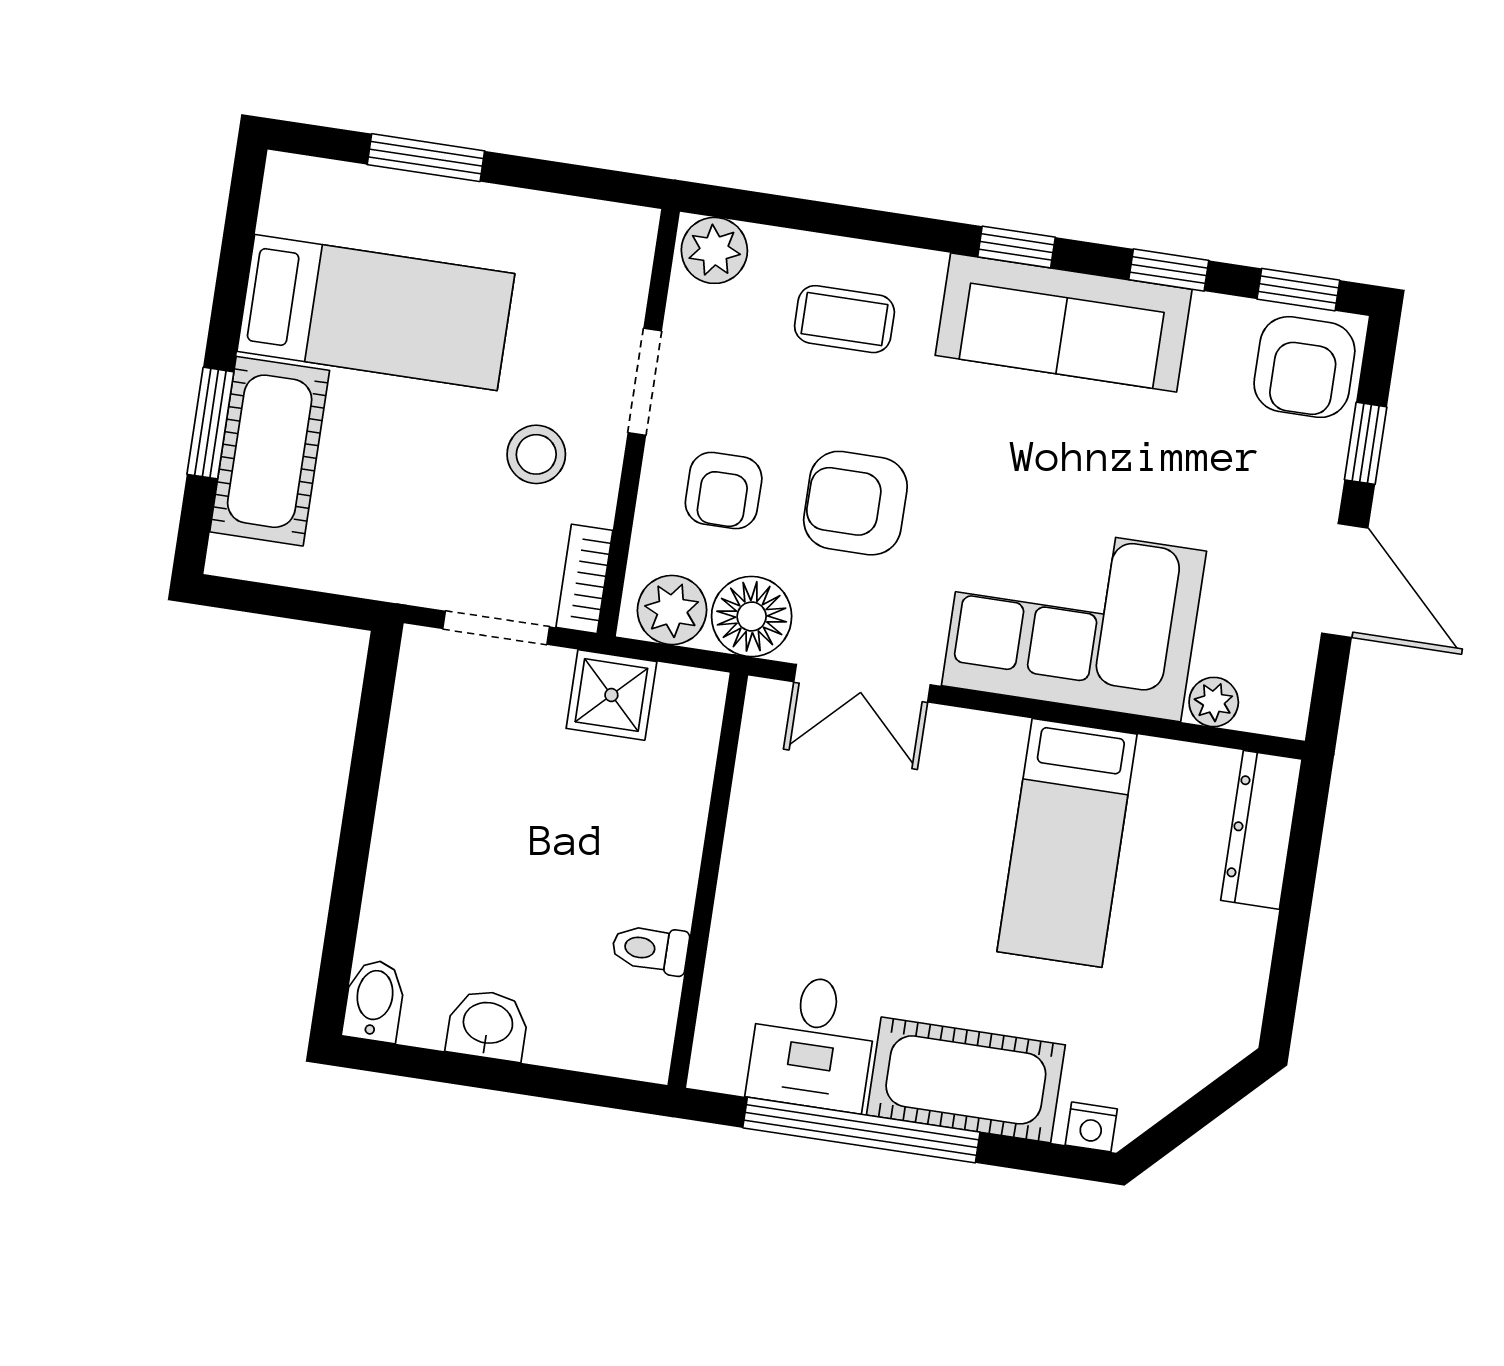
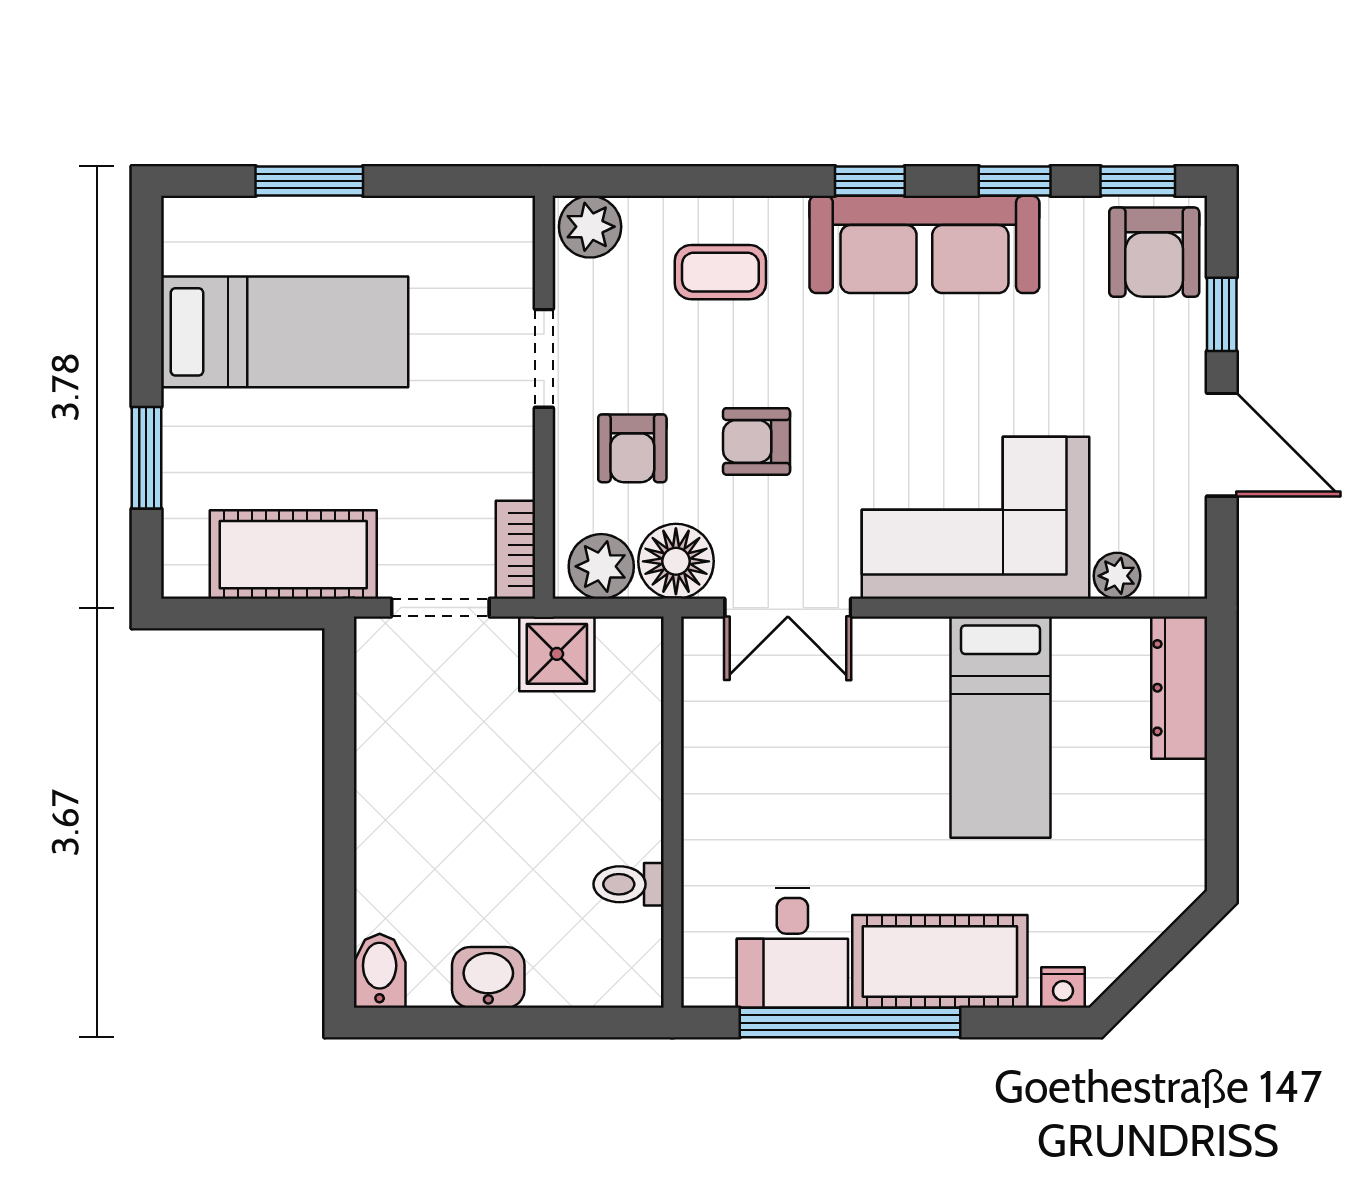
cot: (270, 451) -> (293, 555), moved, turned 90
stool: (536, 454) -> (453, 441), removed
armchair: (855, 503) -> (756, 441), width x0.72, depth x0.72

